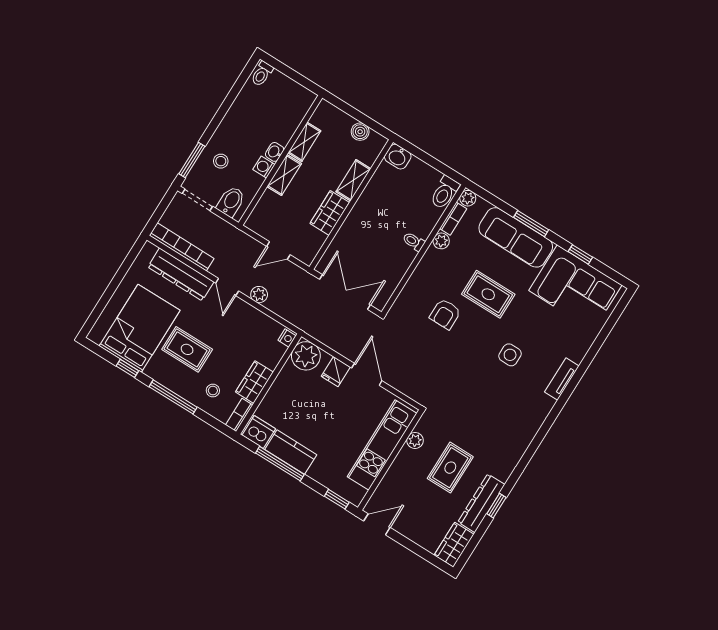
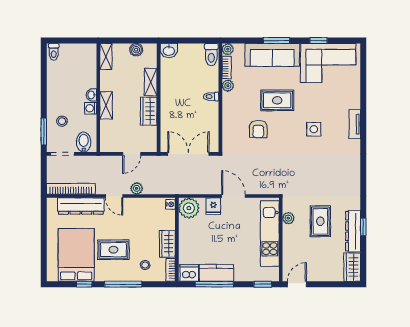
shelving: (304, 142) -> (106, 56), moved

